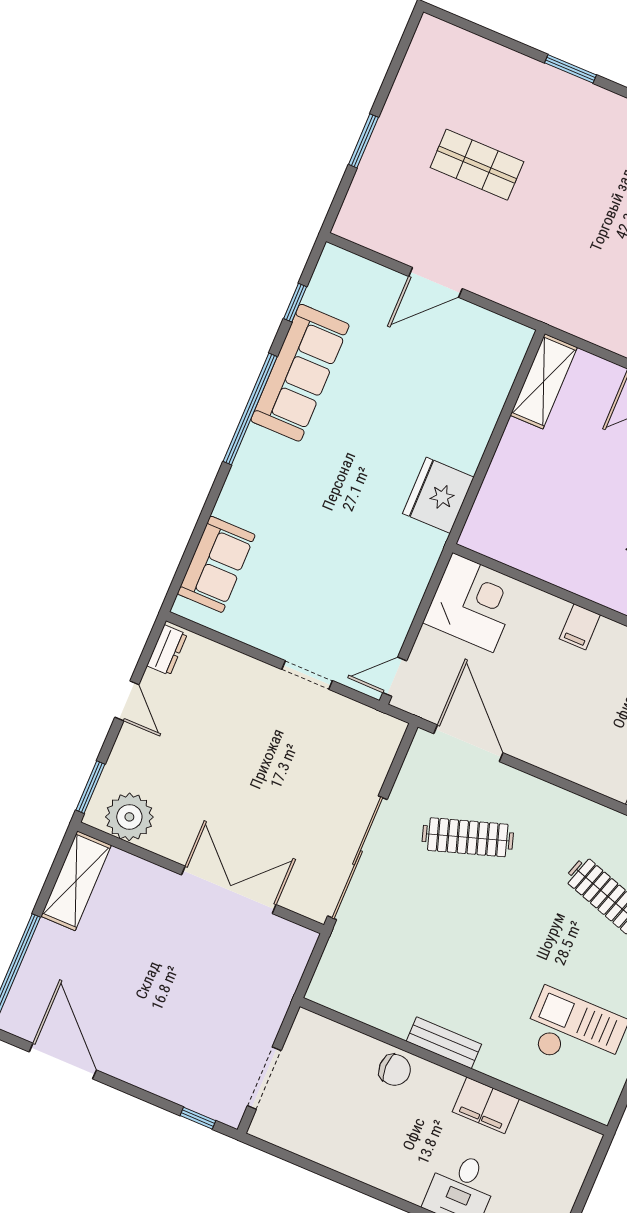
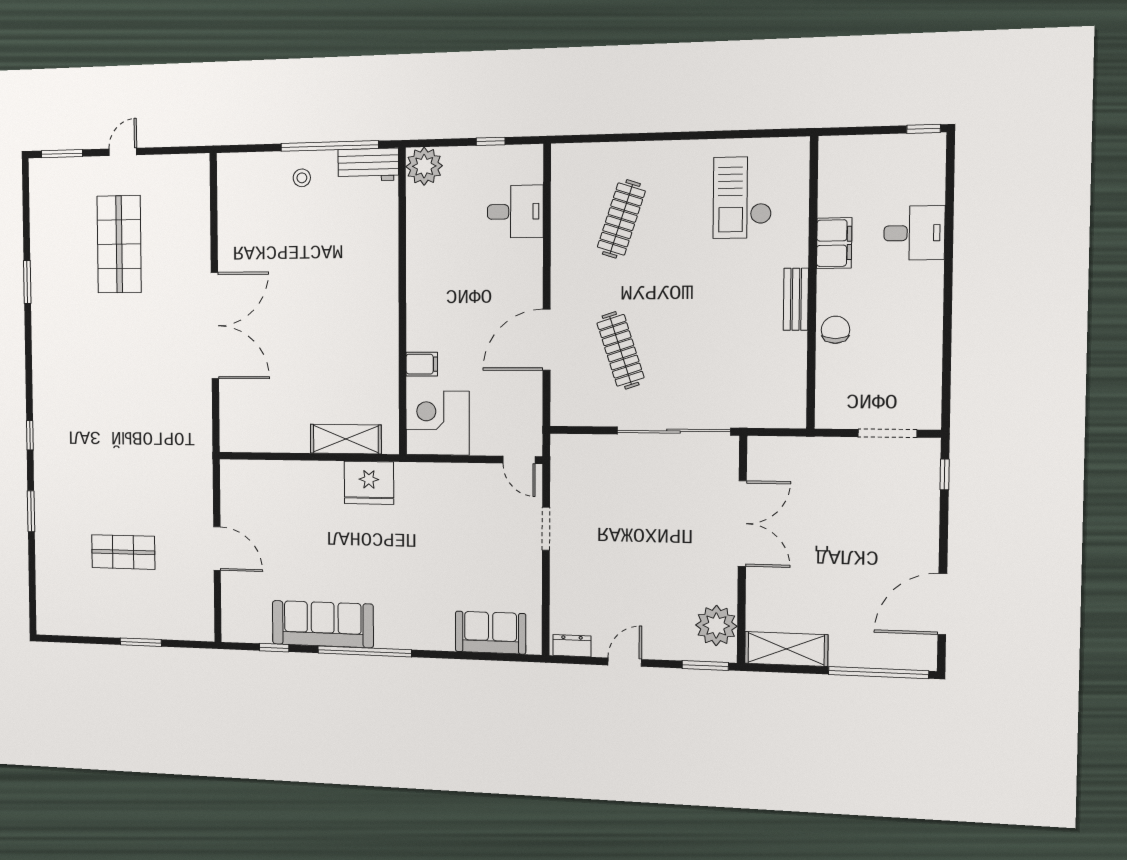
shop shelf: (477, 165) -> (123, 552), turned 90
shelving: (544, 381) -> (346, 439), moved
filing cabinet: (580, 627) -> (422, 364), moved
door: (468, 743) -> (547, 340), moved
double door: (229, 890) -> (742, 524), swing flipped

